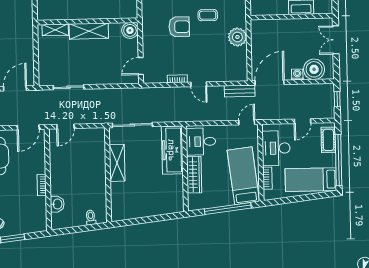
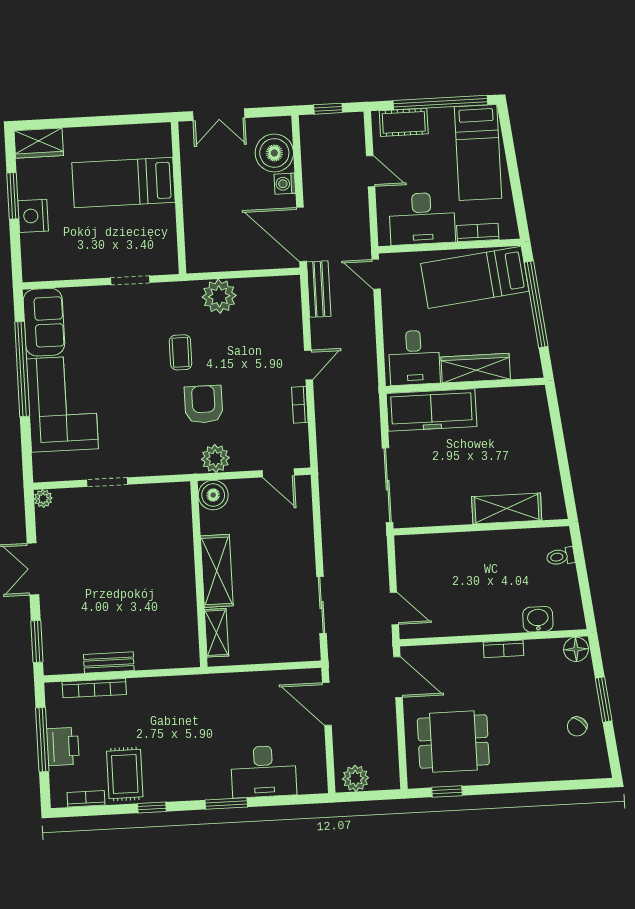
plant: (150, 32) -> (215, 459), added
shelving: (117, 163) -> (507, 508), moved
floor lamp: (40, 224) -> (576, 649), added

